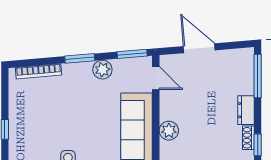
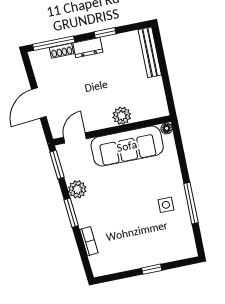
bookcase: (39, 71) -> (89, 241), width x0.64
shoe rack: (248, 138) -> (62, 51), moved
window: (258, 145) -> (105, 33), moved

